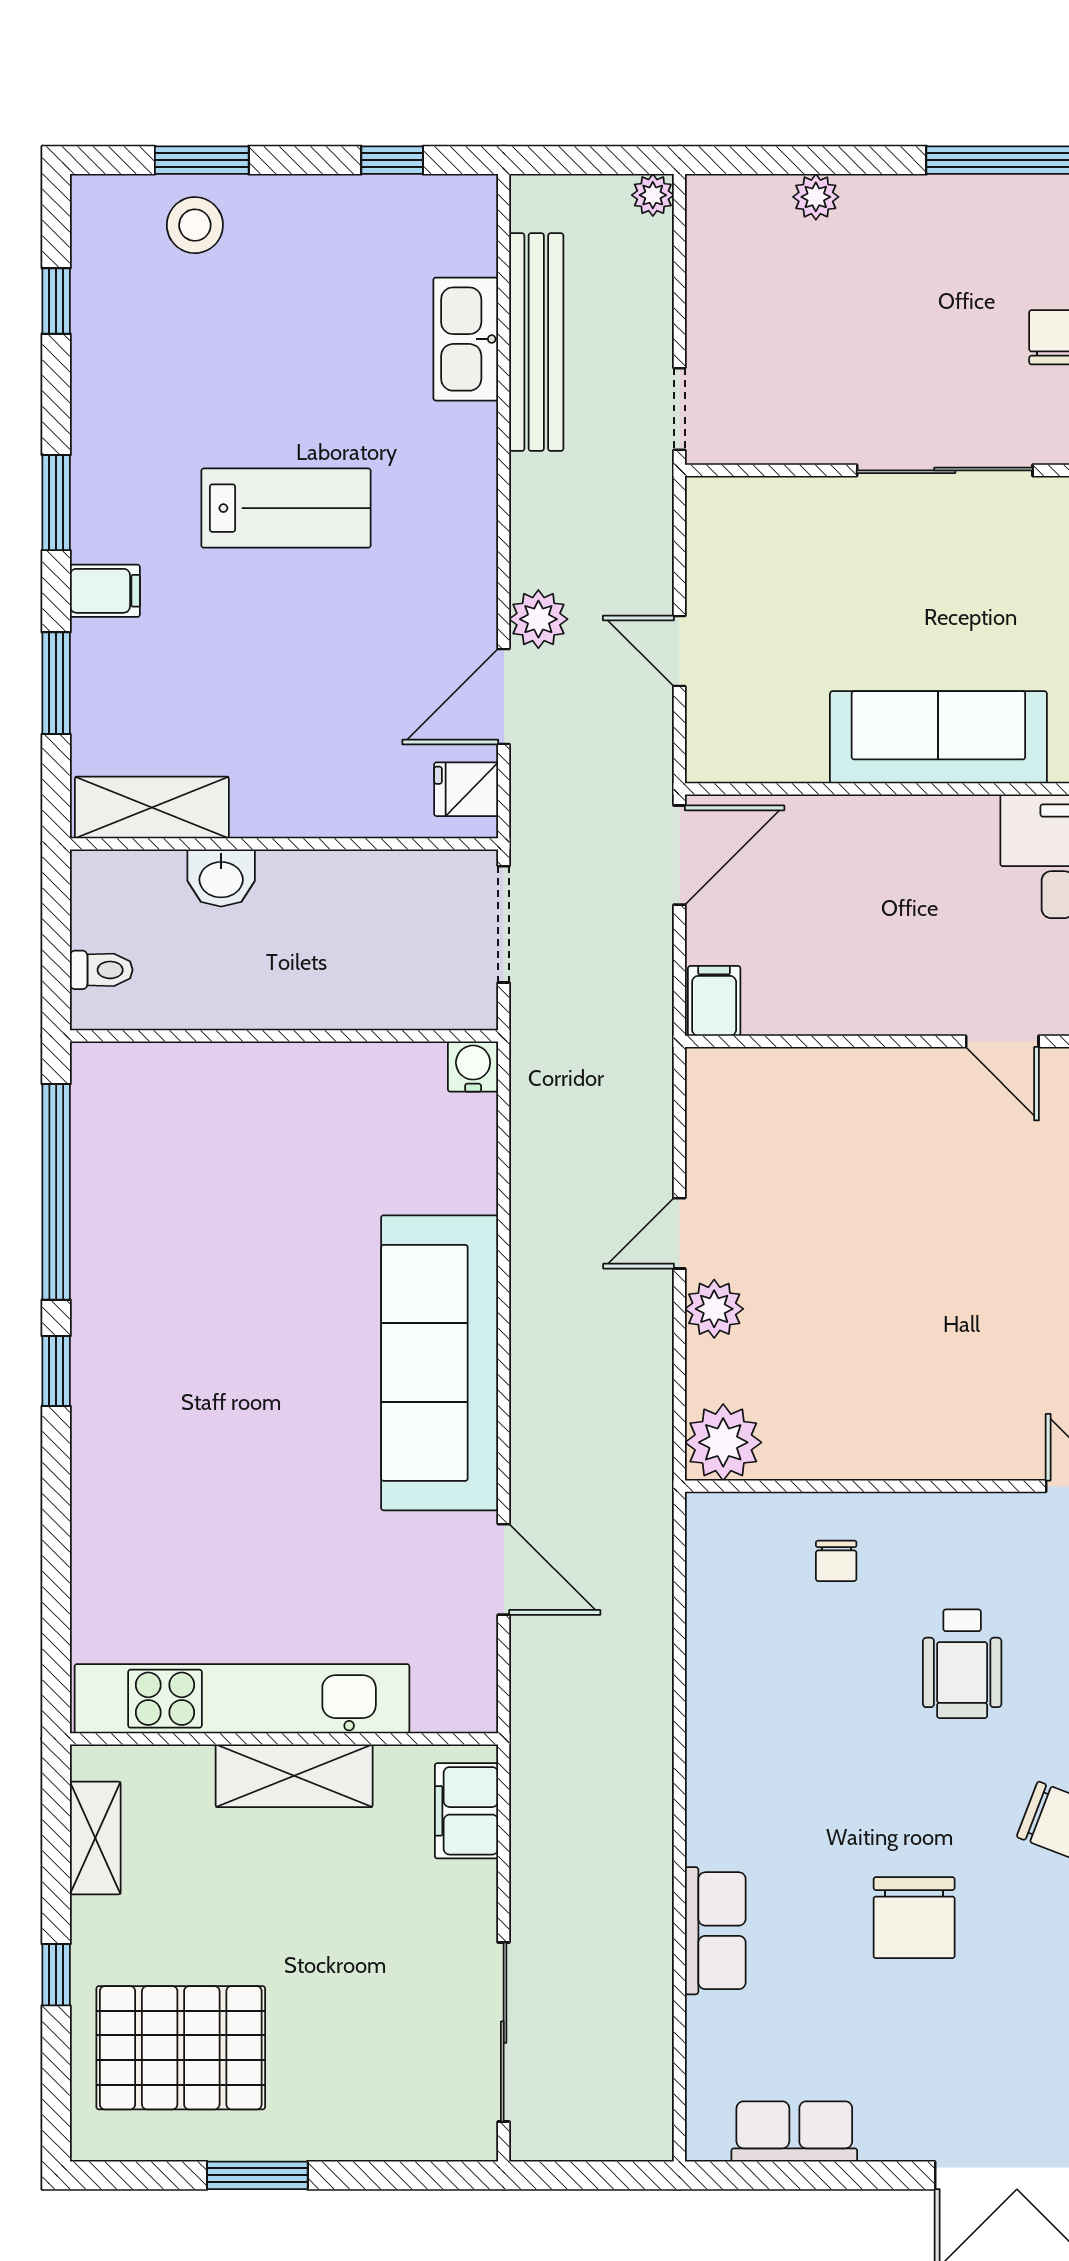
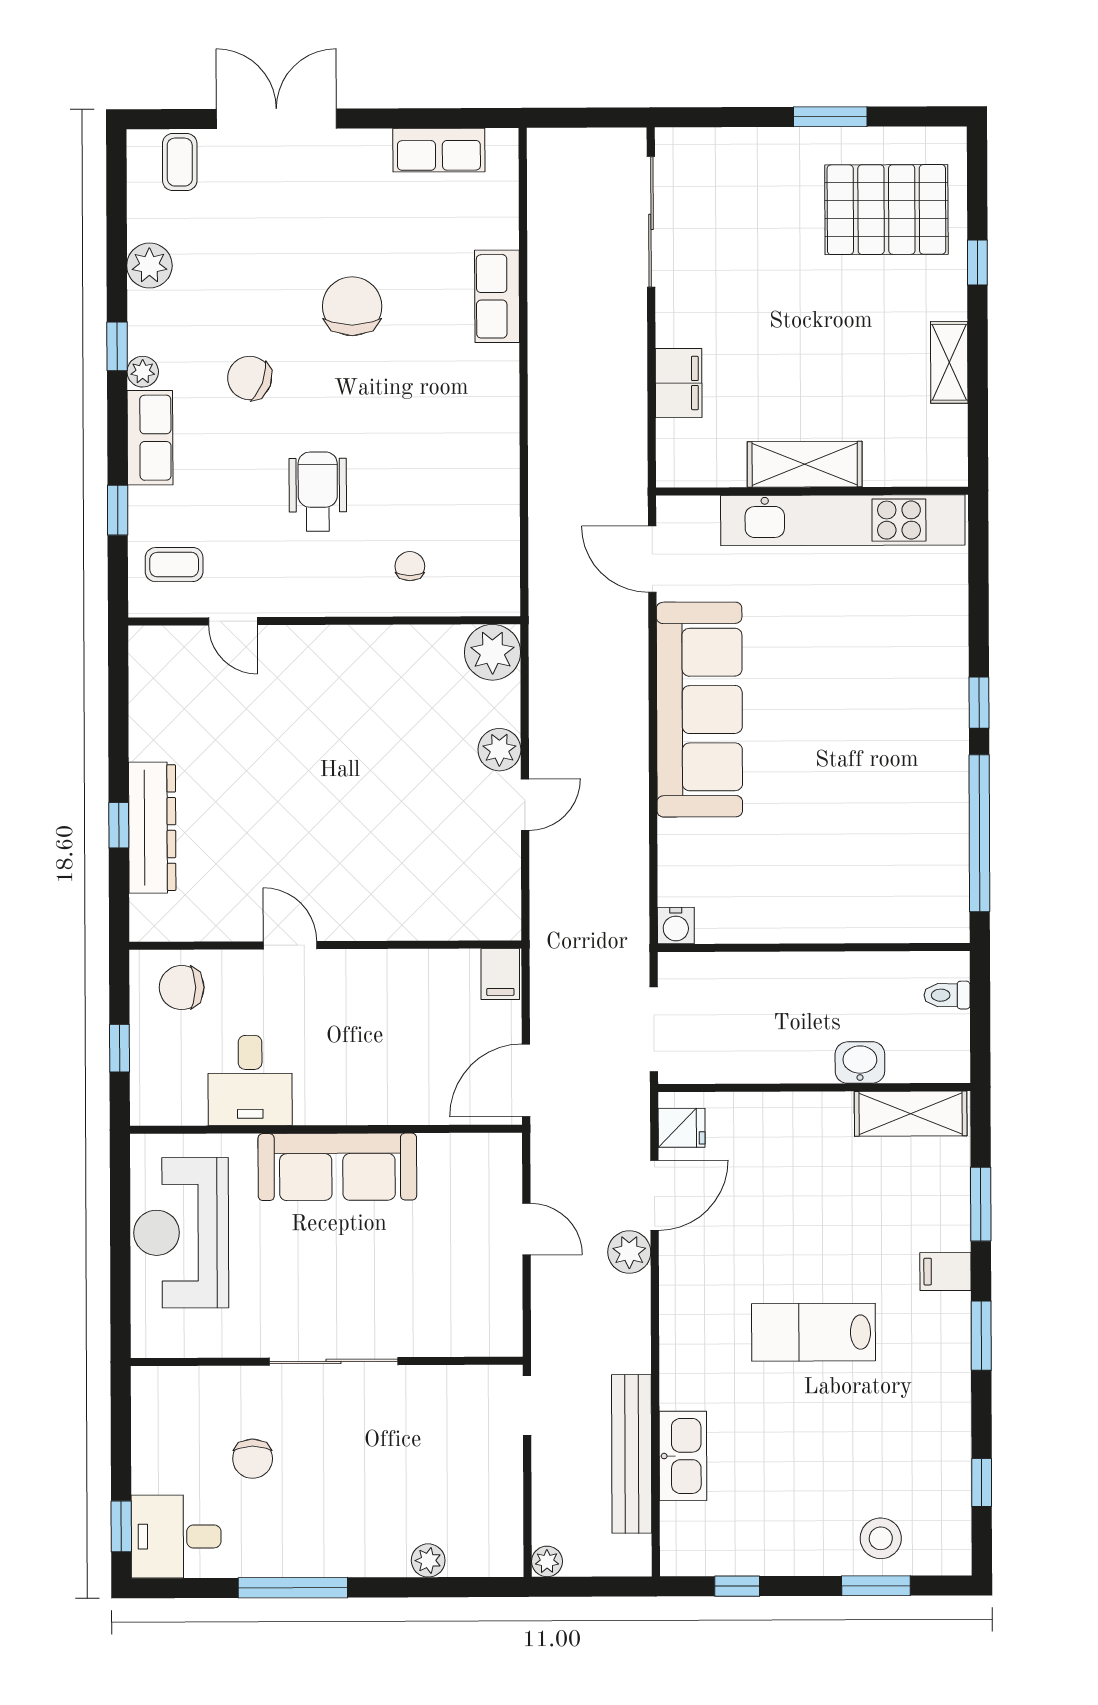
kitchen unit: (242, 1699) -> (843, 520), moved
wall: (284, 1739) -> (812, 491), moved
shelving: (294, 1776) -> (805, 464), moved

